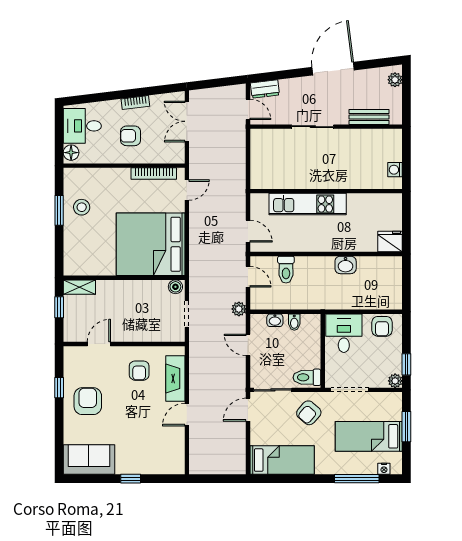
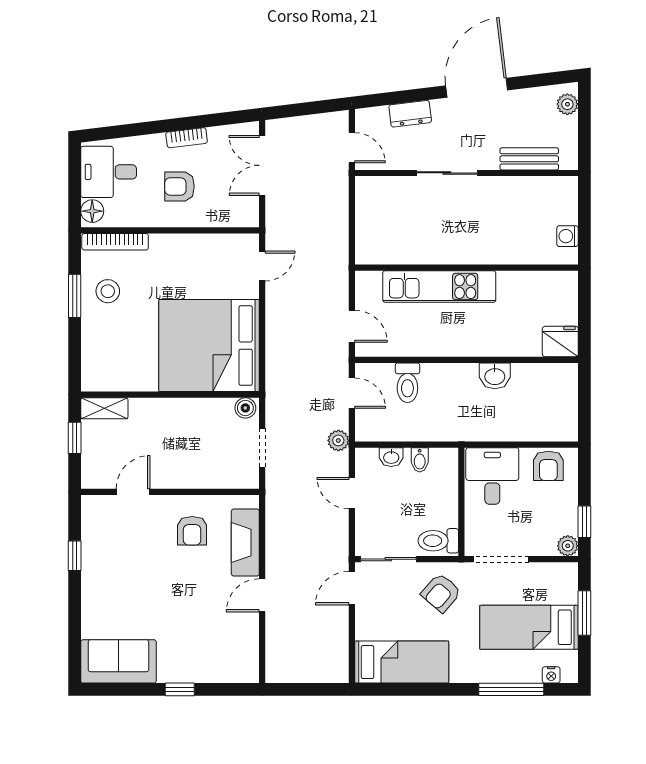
dresser: (265, 89) -> (410, 114), moved
bookcase: (154, 174) -> (115, 242), moved
armchair: (88, 401) -> (117, 576), removed

